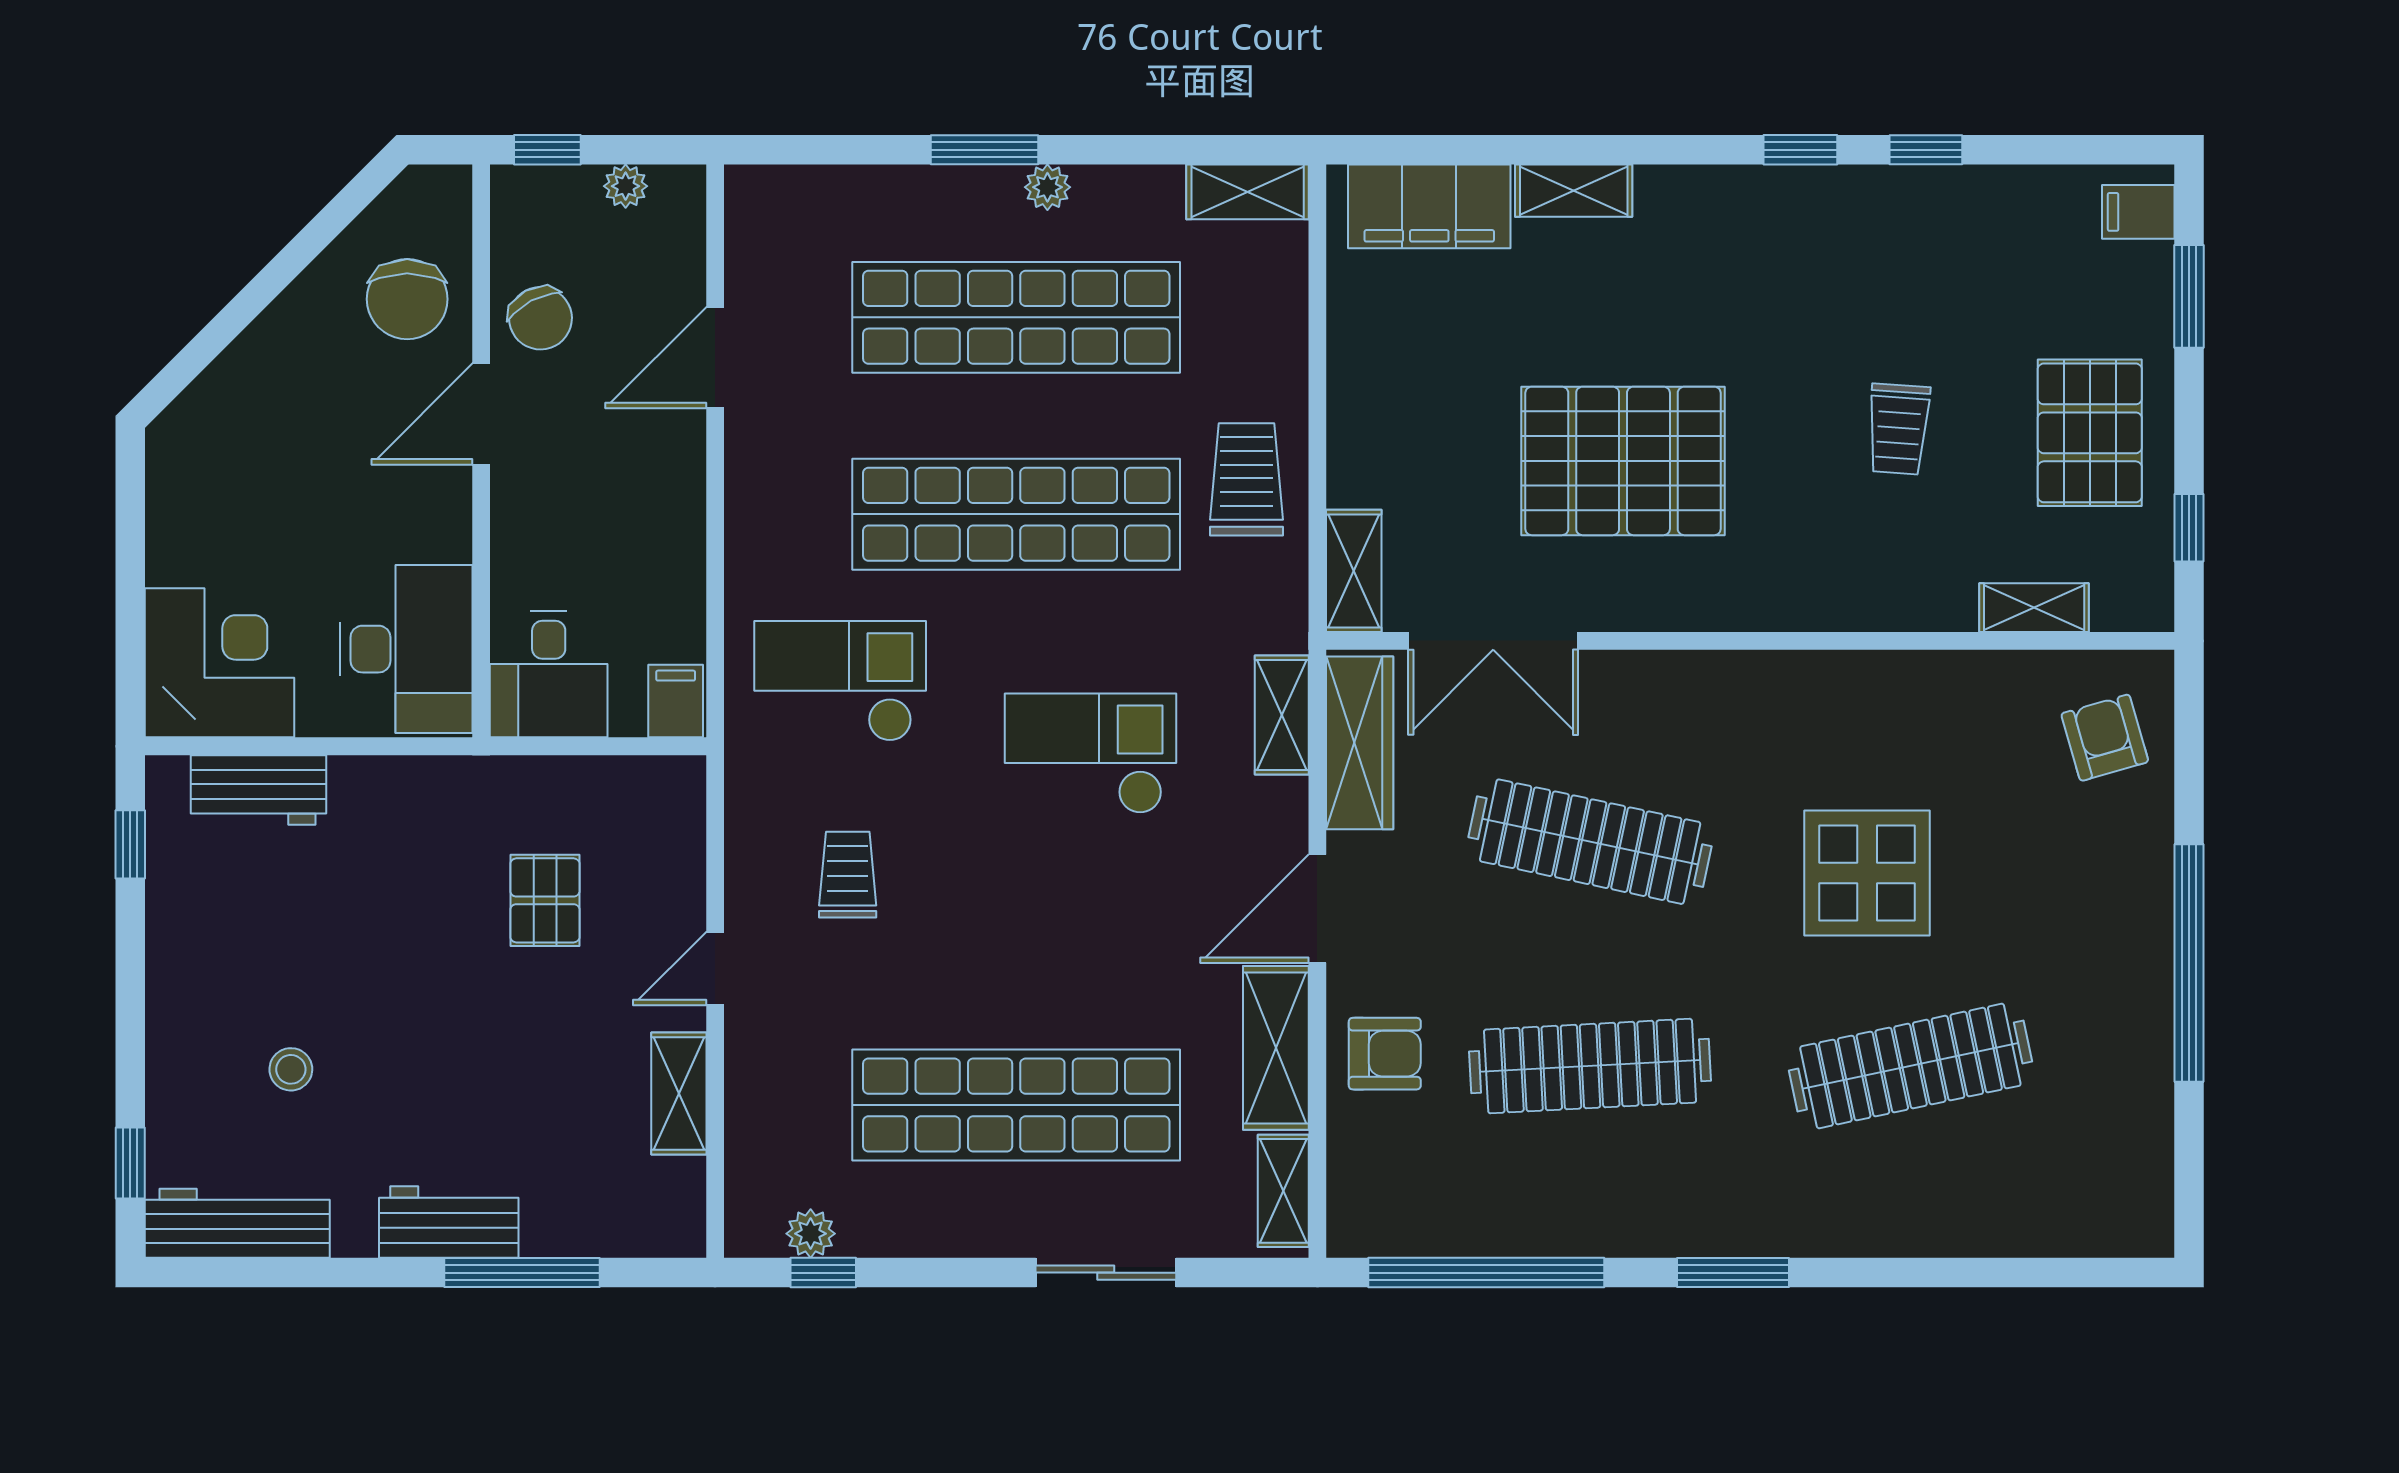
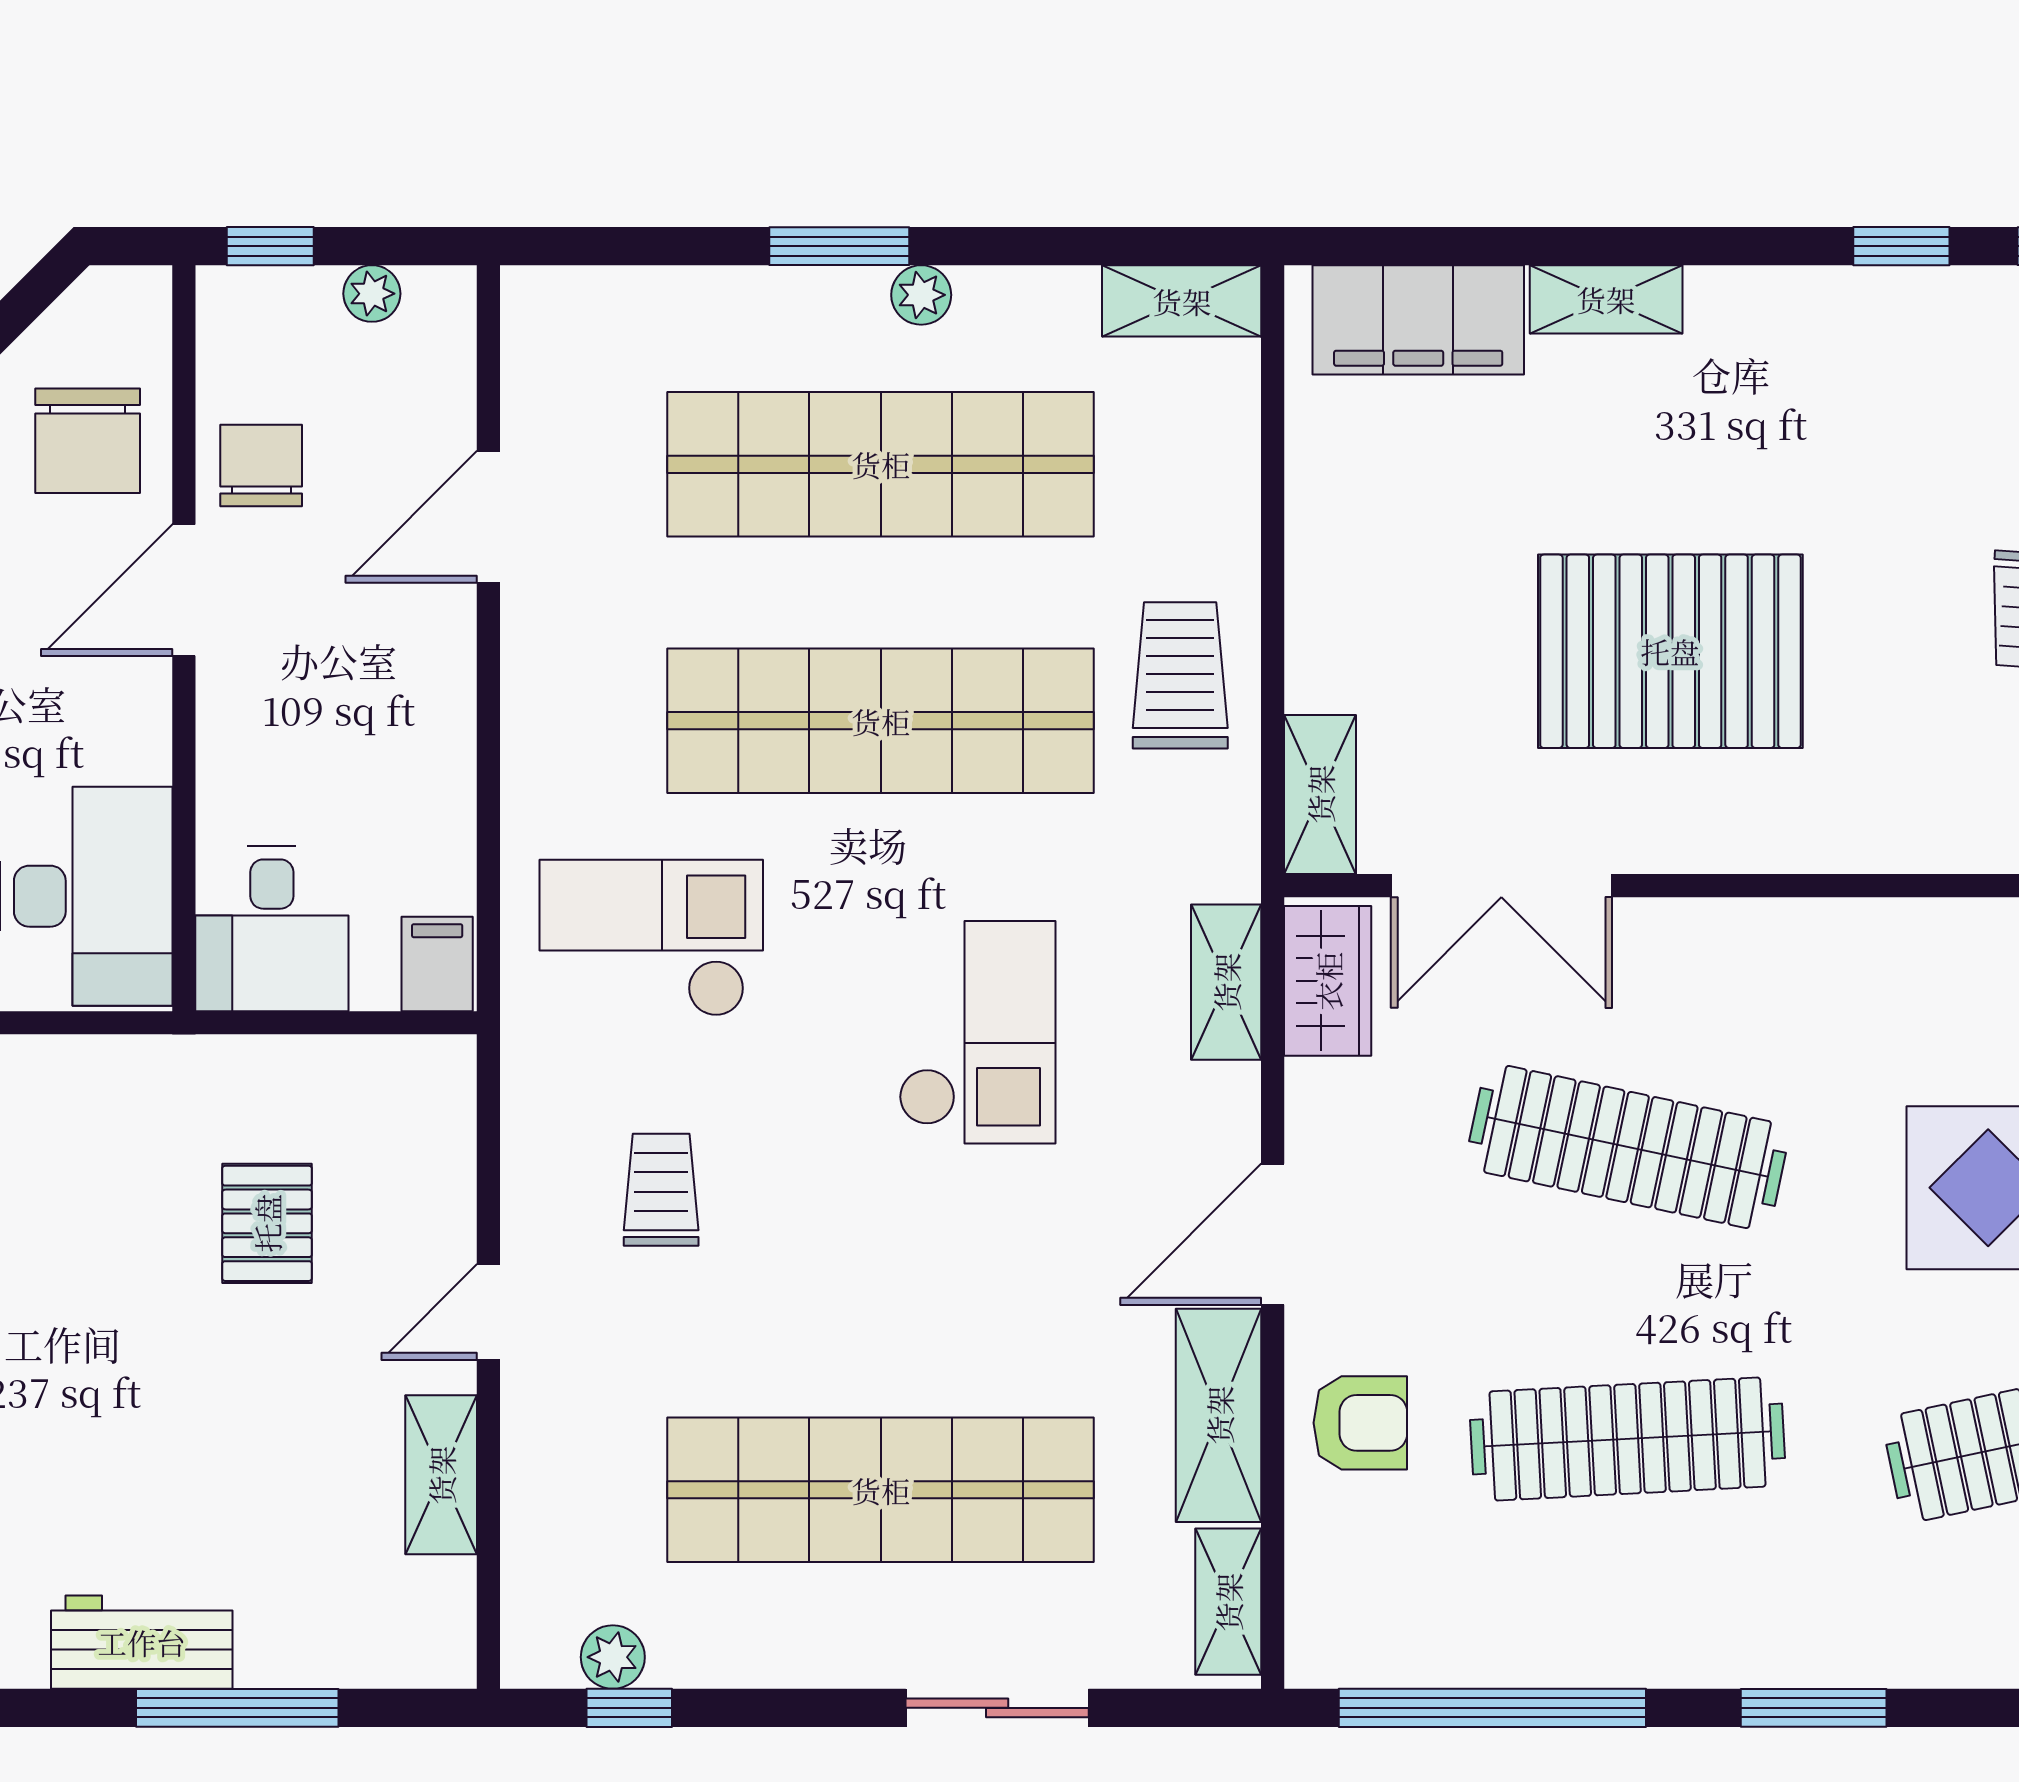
chair: (540, 318) -> (261, 466), turned -152
wardrobe: (1360, 743) -> (1328, 981), width x0.67
checkout: (1090, 754) -> (977, 1032), turned 90

